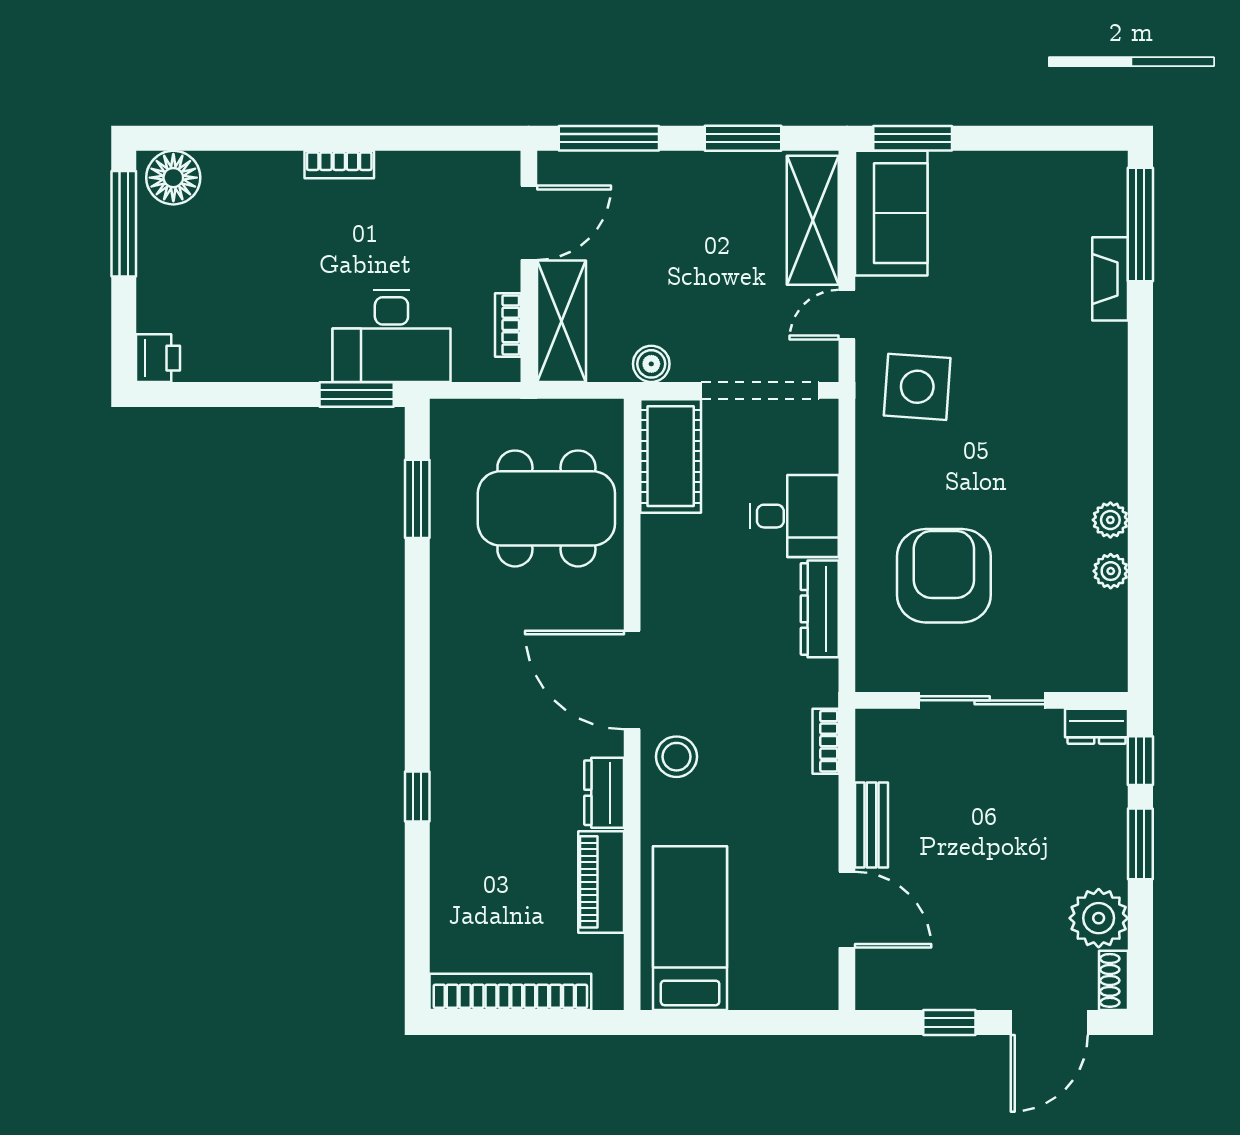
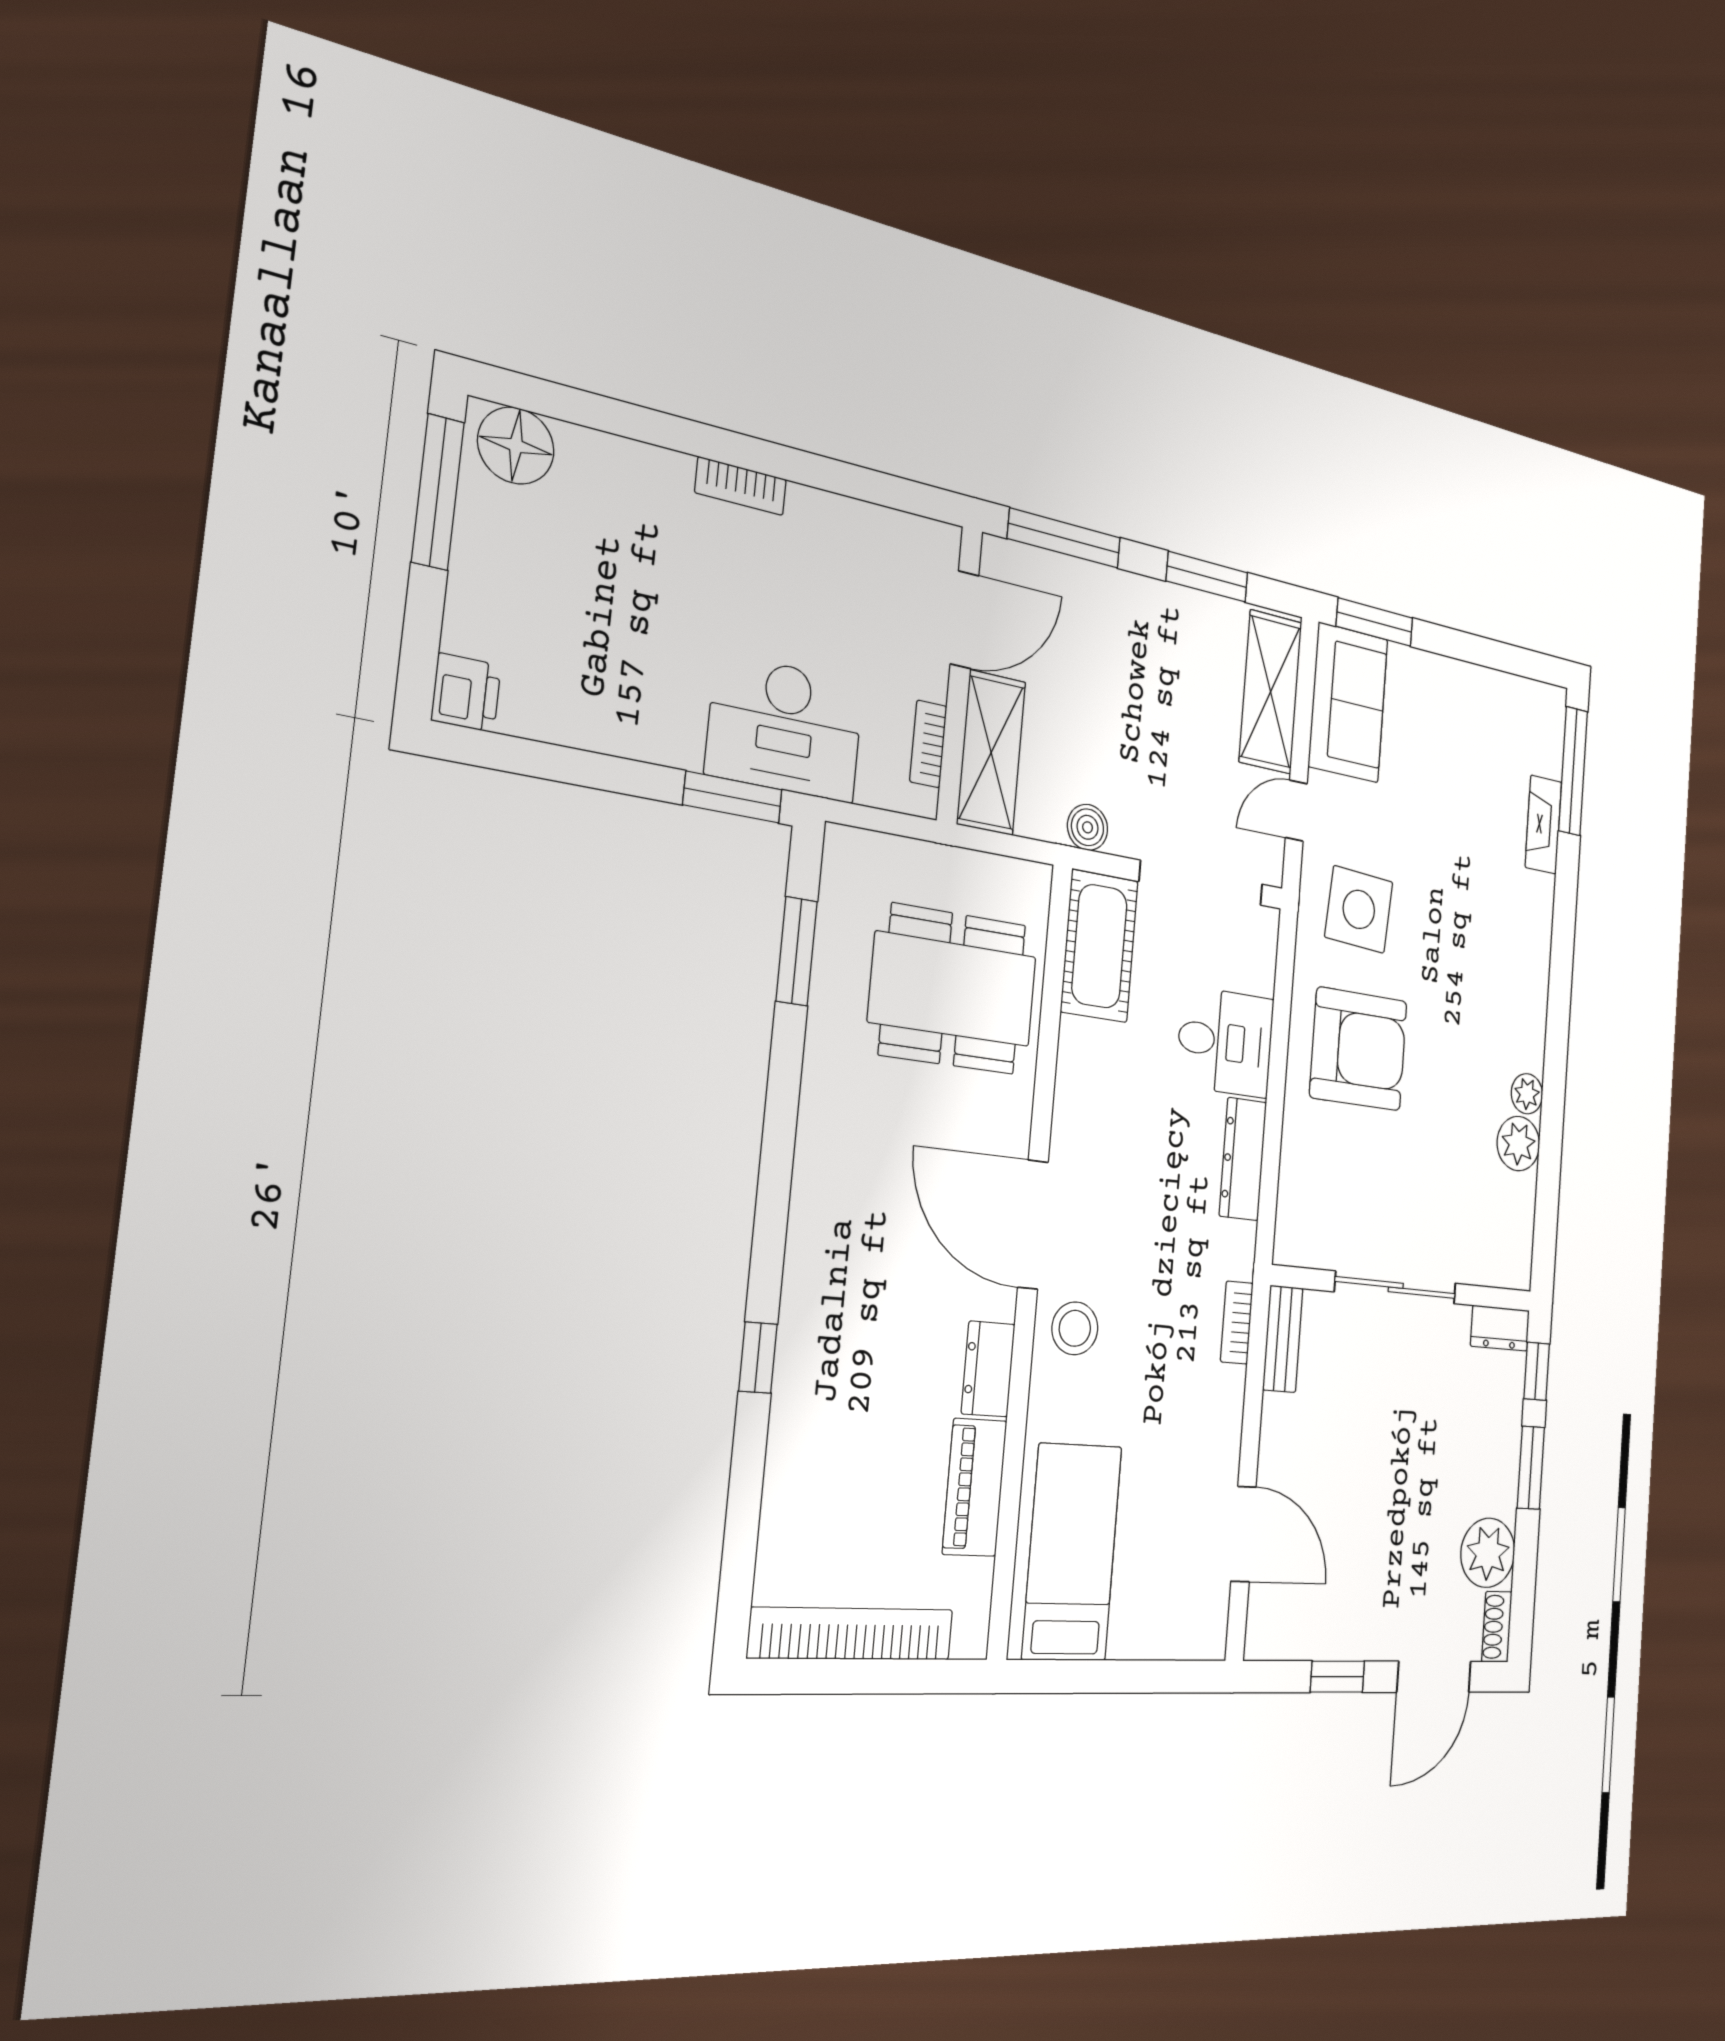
plant: (1111, 571) -> (1518, 1144), width x1.38, depth x1.38
armchair: (944, 576) -> (1359, 1049), moved, turned 90
bench: (872, 825) -> (1283, 1339), moved

